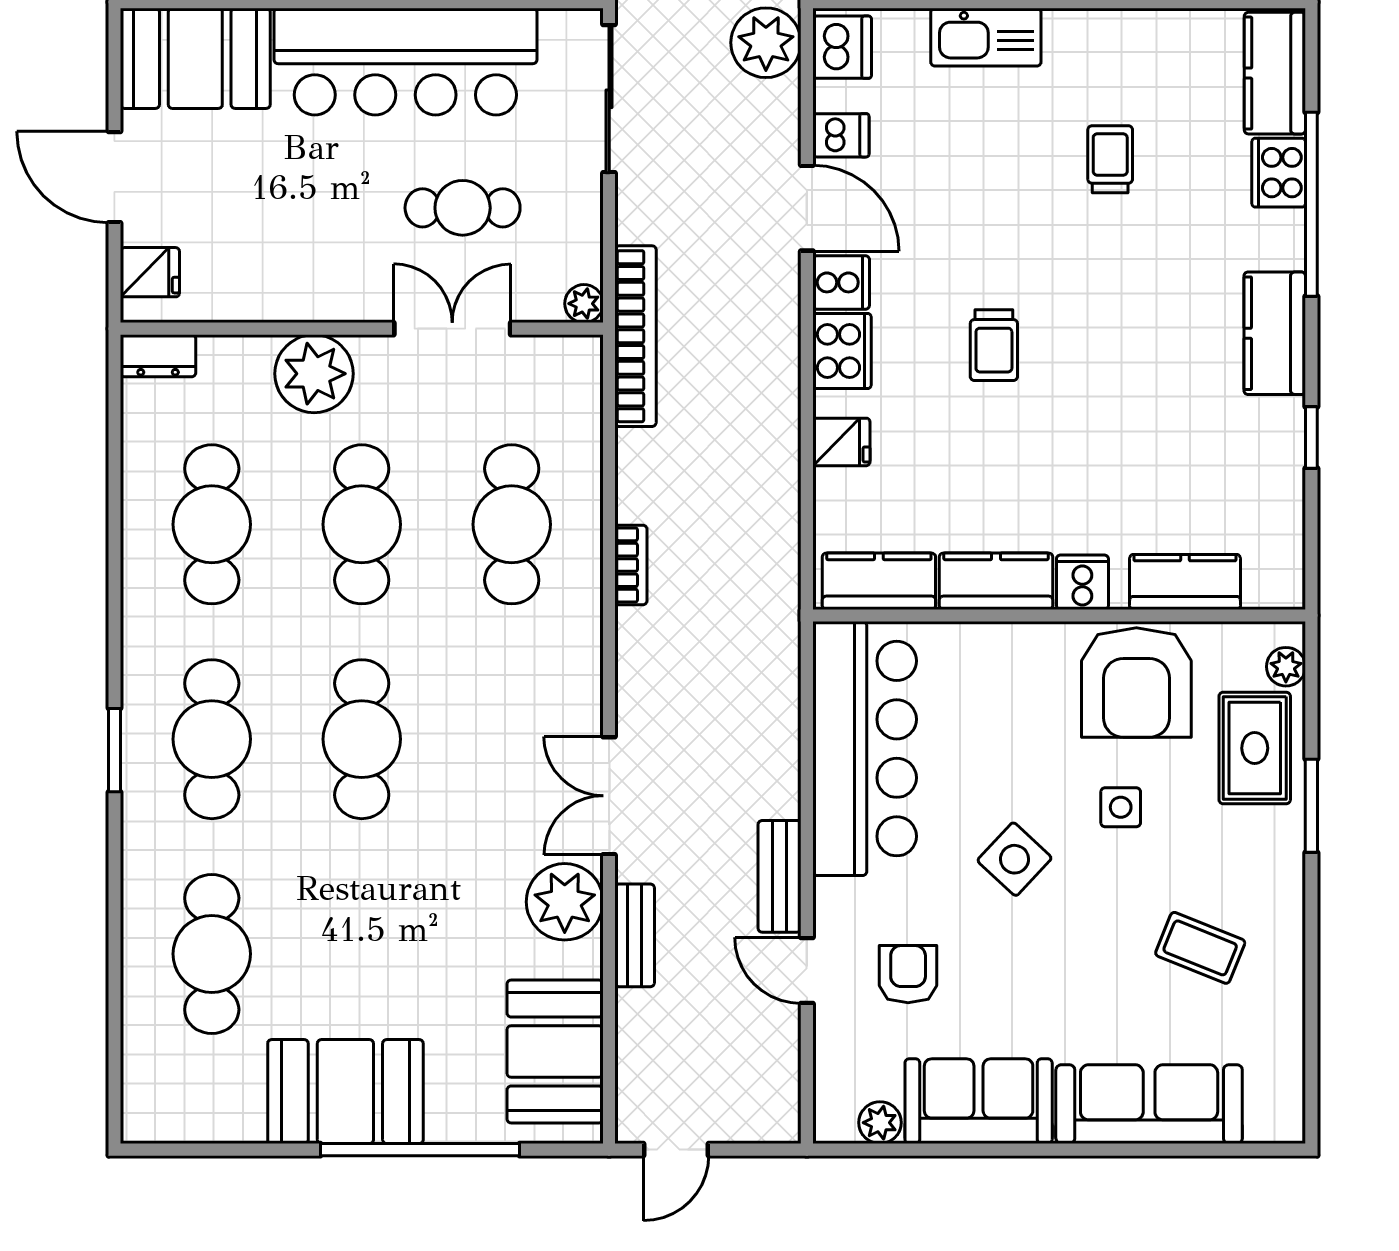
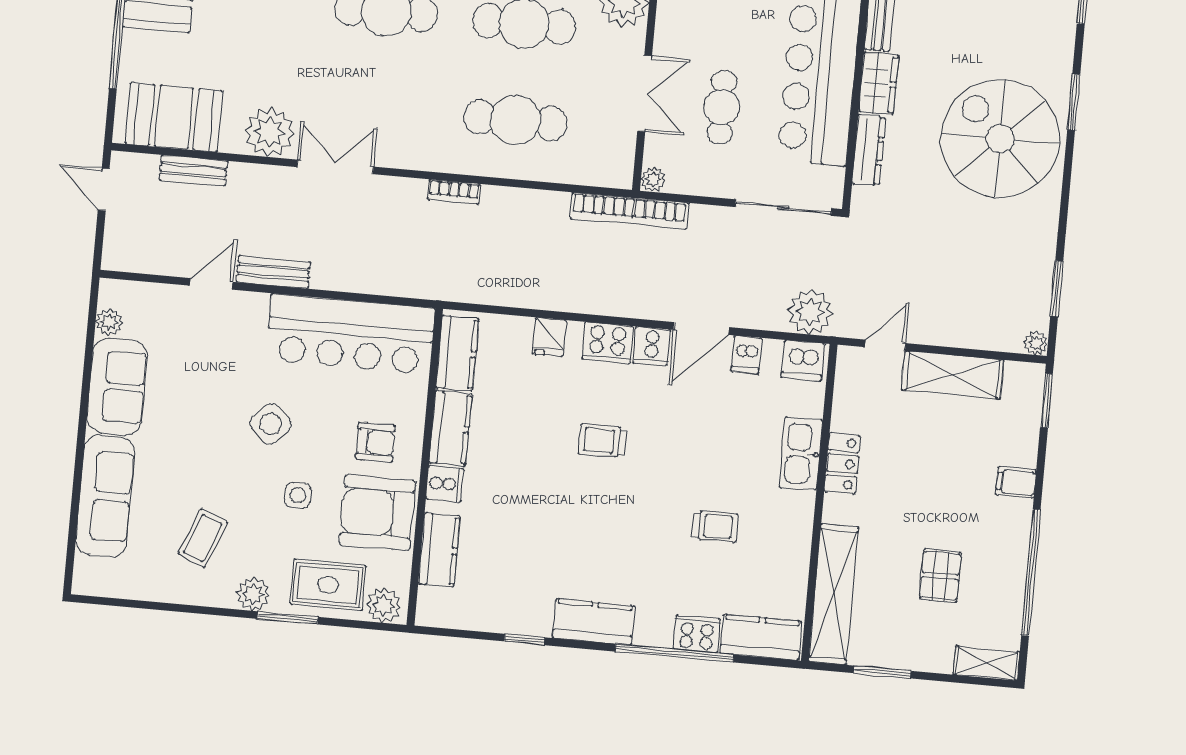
bookcase: (631, 565) -> (454, 192), moved
plant: (1286, 667) -> (384, 605), width x1.38, depth x1.38
plant: (1279, 862) -> (253, 594), added
bench: (635, 935) -> (193, 171), moved
armchair: (908, 974) -> (375, 442), moved

